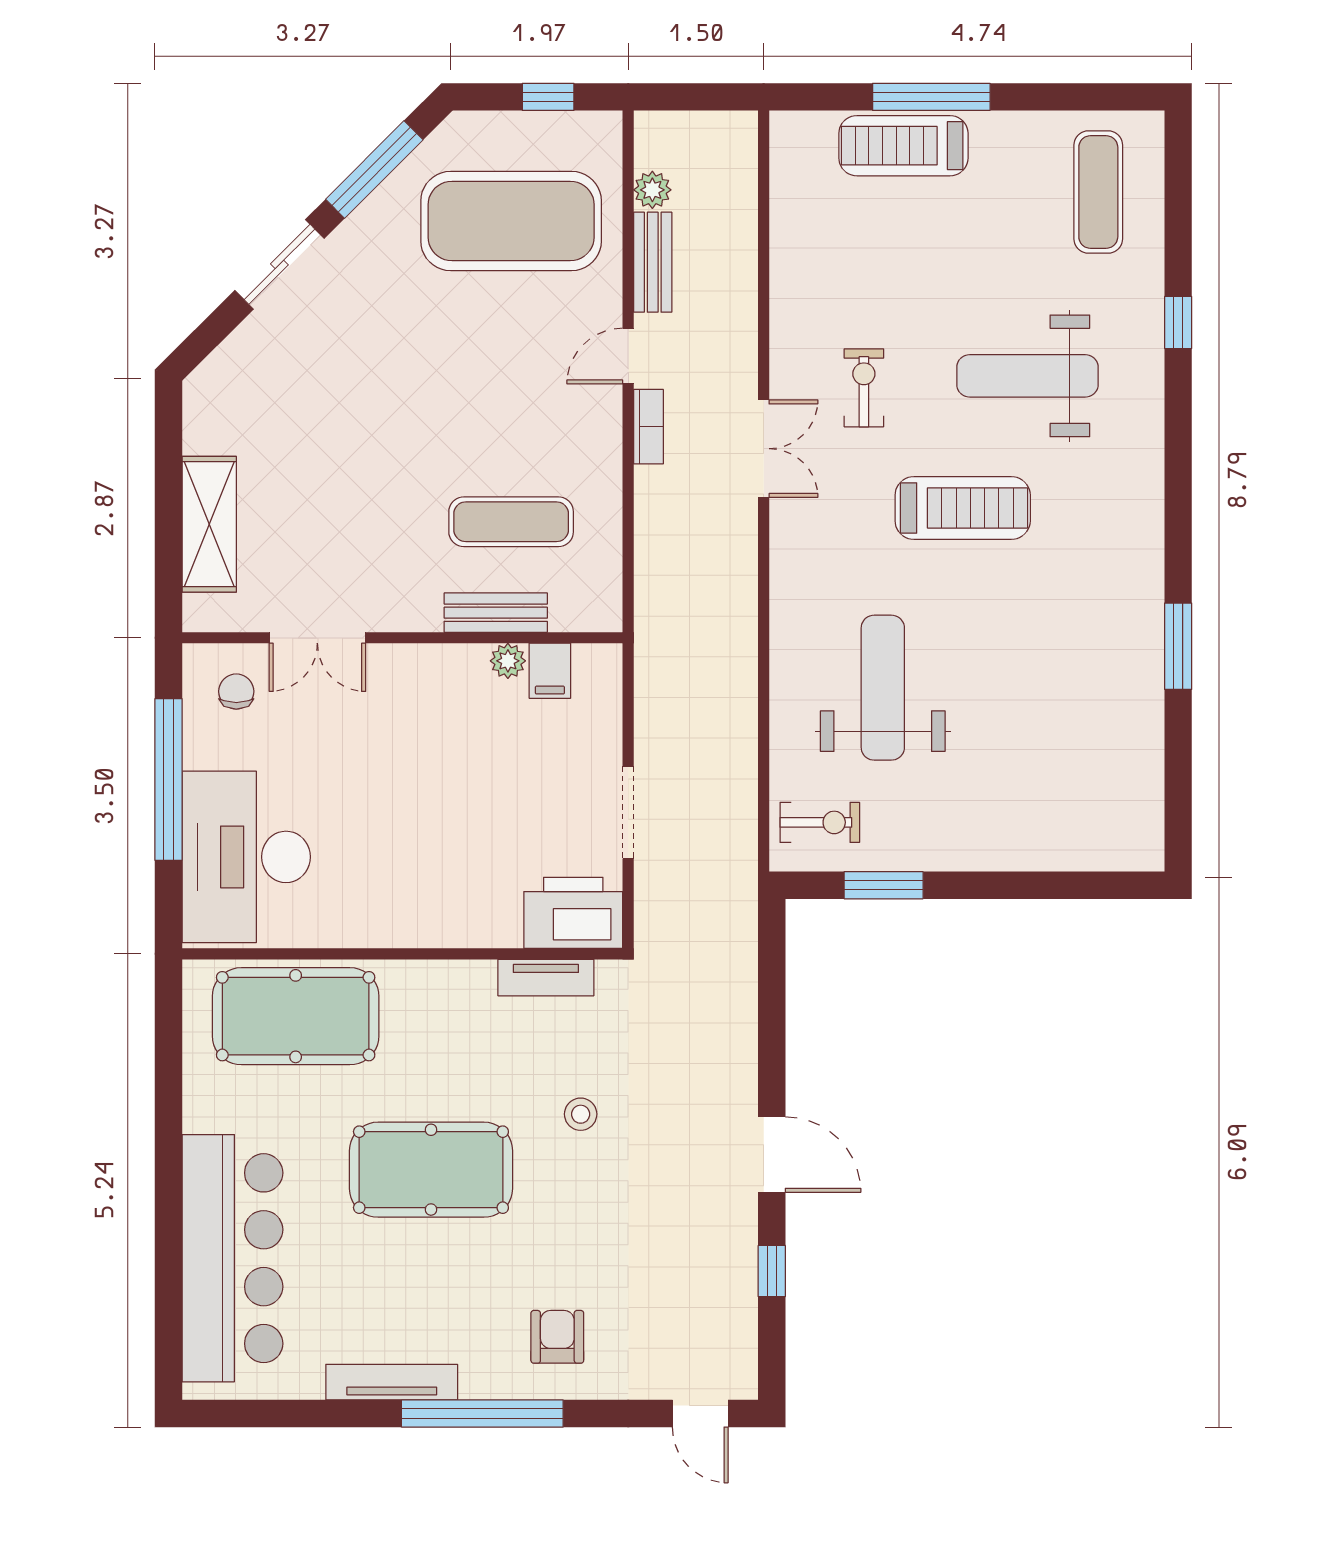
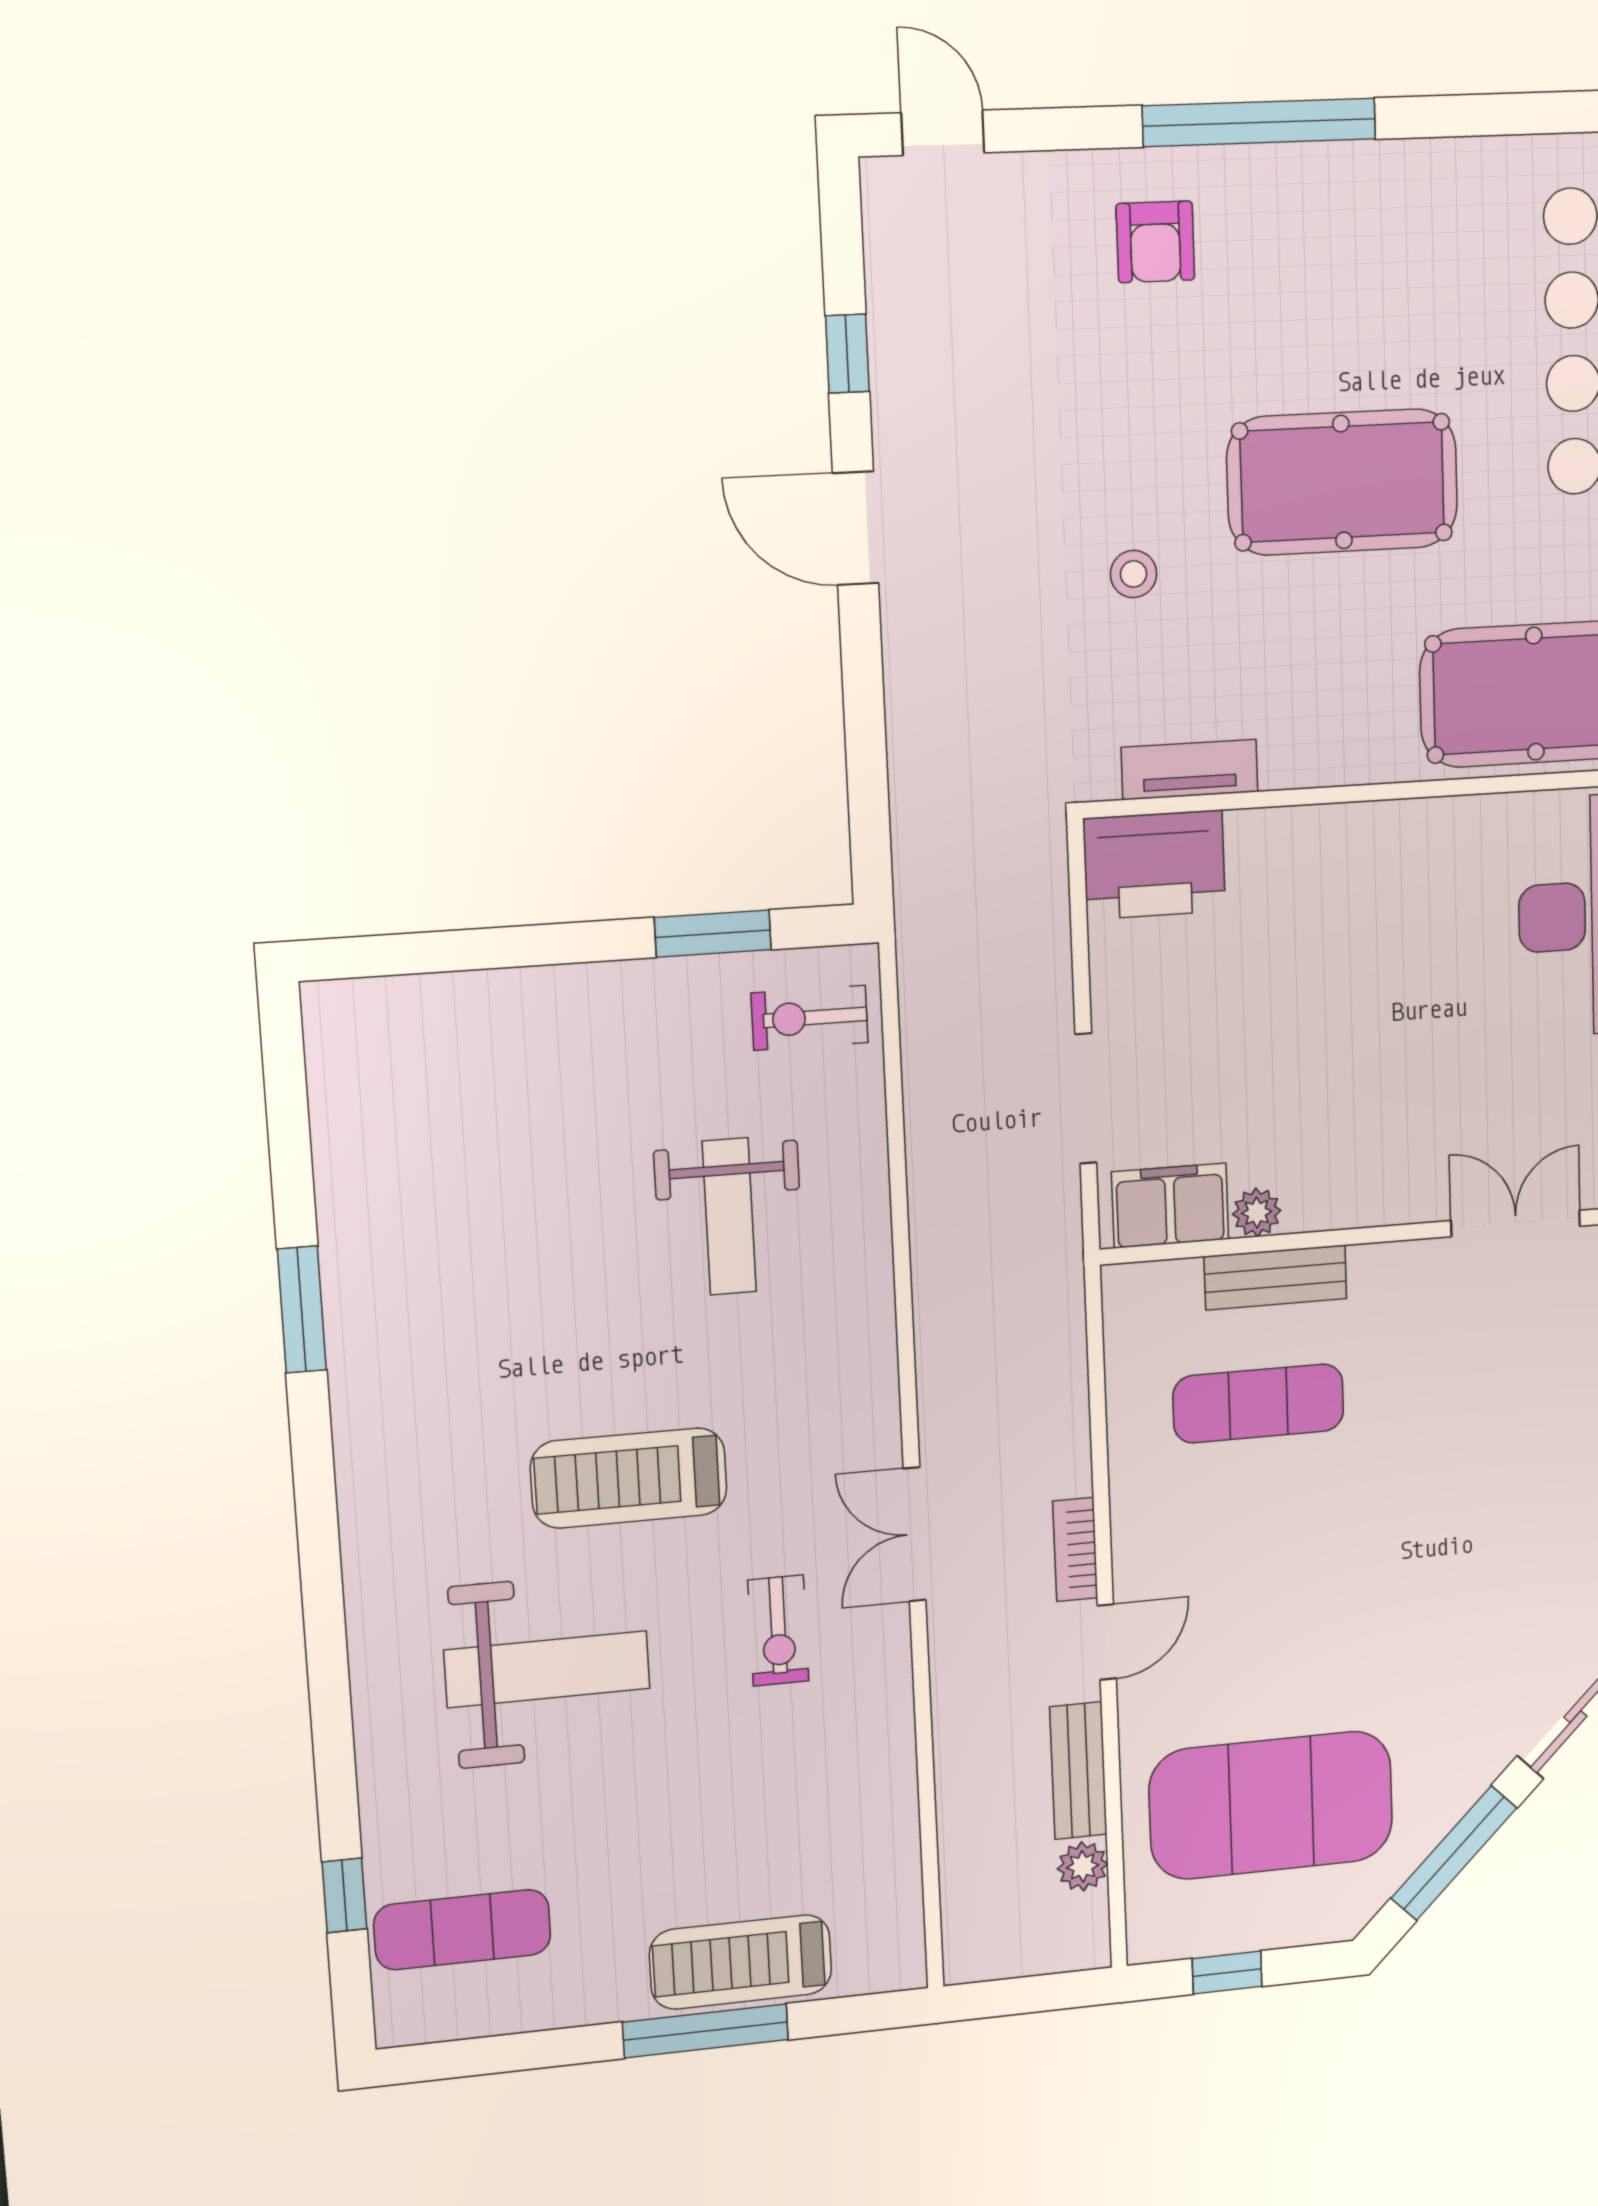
treadmill: (903, 146) -> (741, 1962), turned 180
exercise mat: (1098, 192) -> (462, 1930), turned 90
window: (1178, 323) -> (344, 1895), moved
filing cabinet: (550, 671) -> (1170, 1206), width x2.00
weight bench: (883, 688) -> (729, 1216), width x0.73, depth x0.75
doorway: (628, 812) -> (1086, 1098), moved
tv unit: (392, 1382) -> (1390, 165), removed

